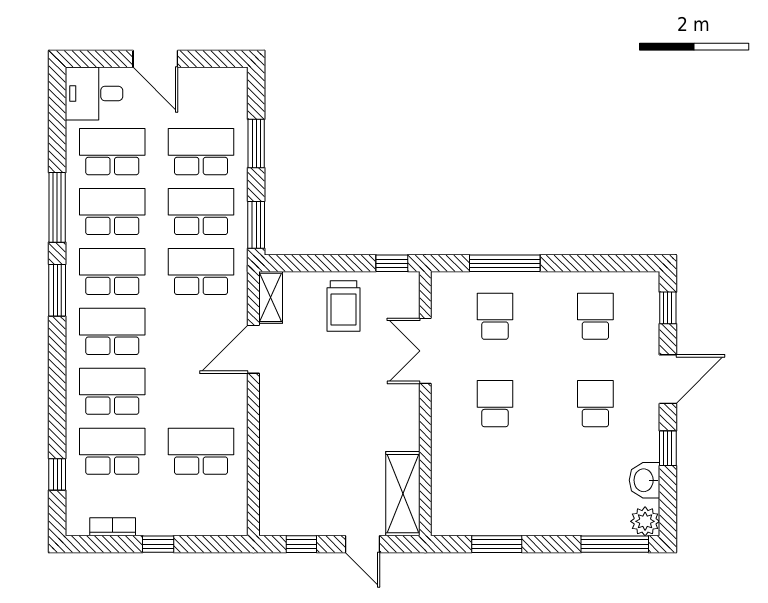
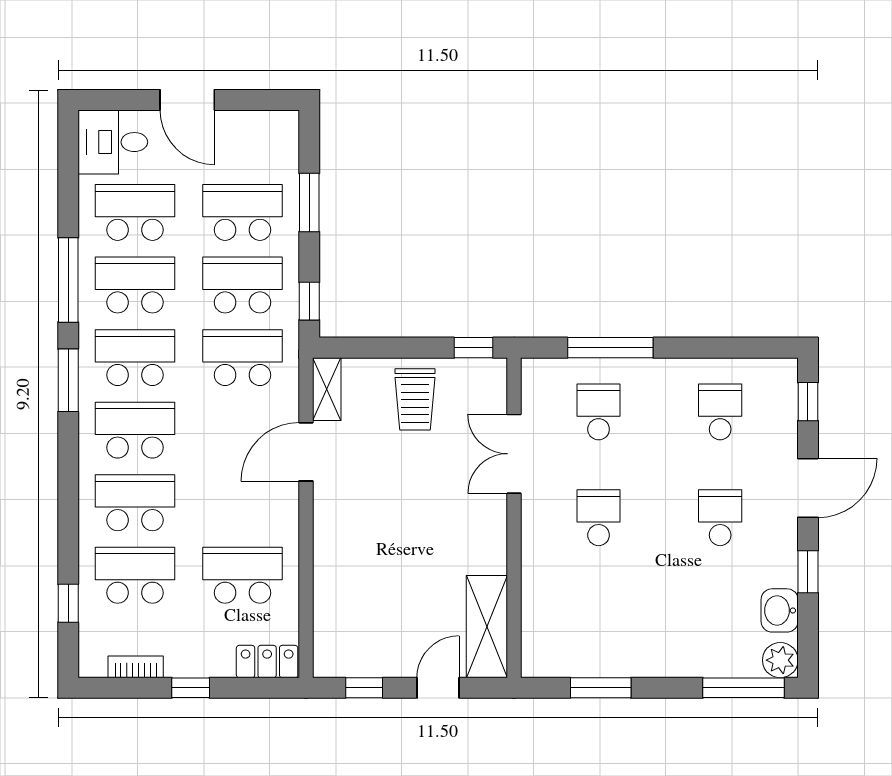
window: (256, 225) -> (309, 301), width x0.67
locker: (221, 522) -> (267, 662), added
door: (362, 544) -> (438, 688), swing flipped

